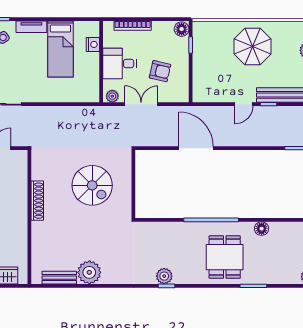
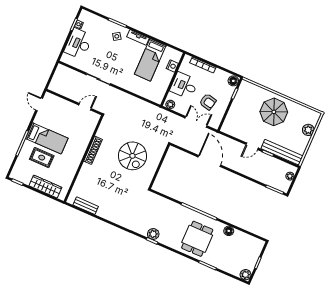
double door: (141, 104) -> (196, 122), moved
plant: (89, 272) -> (106, 211), removed

